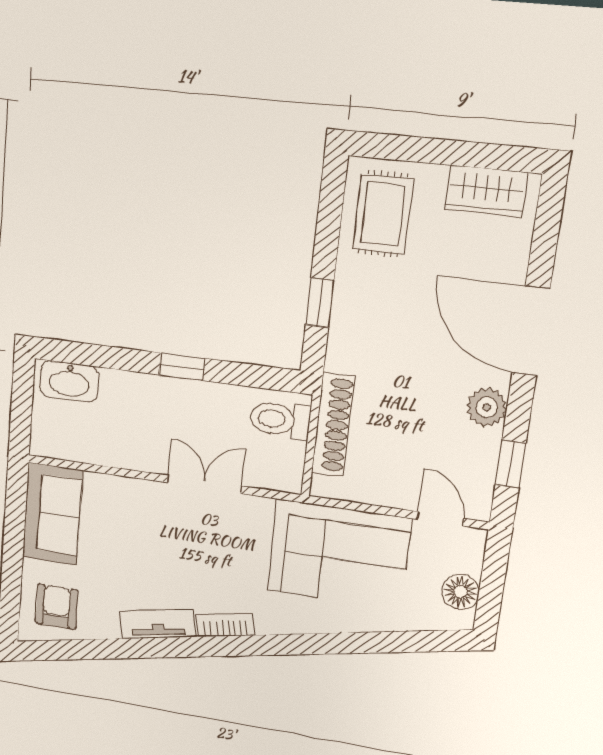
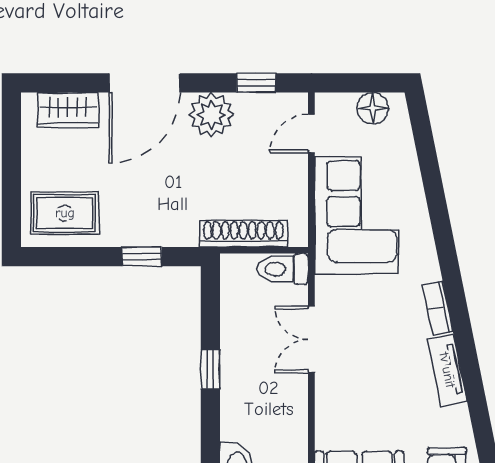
wardrobe: (486, 191) -> (68, 110), moved, turned 90
plant: (487, 407) -> (211, 115), width x1.36, depth x1.36
toilet: (280, 420) -> (282, 269), moved, turned 90

